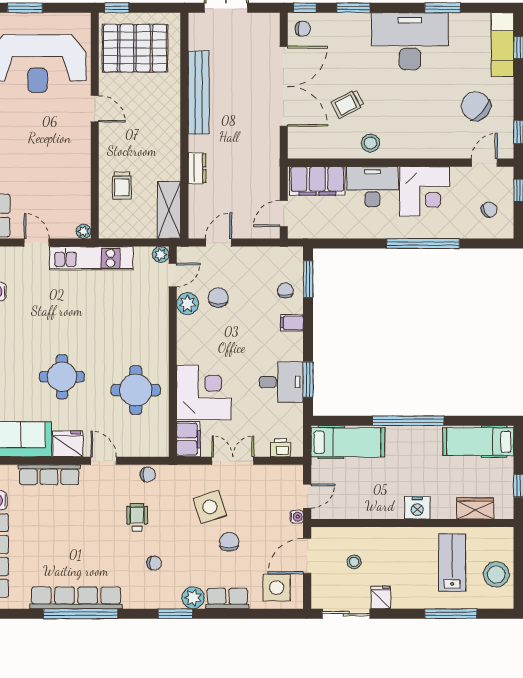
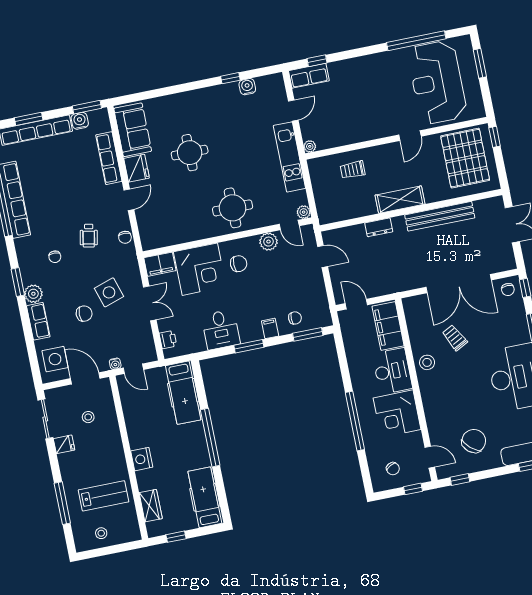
shelving: (169, 210) -> (400, 200), moved
chair: (218, 298) -> (239, 264), moved
window: (308, 380) -> (249, 346), moved
round table: (136, 390) -> (233, 208), moved
wheelchair: (137, 517) -> (89, 236), turned 101
stool: (496, 574) -> (101, 533), width x0.53, depth x0.53

